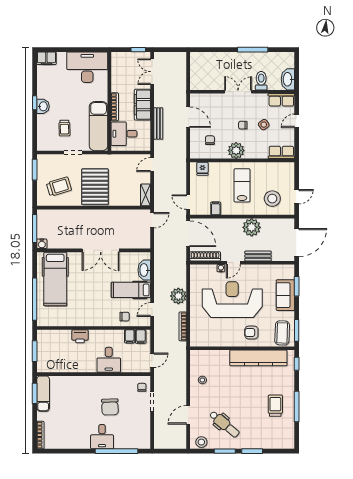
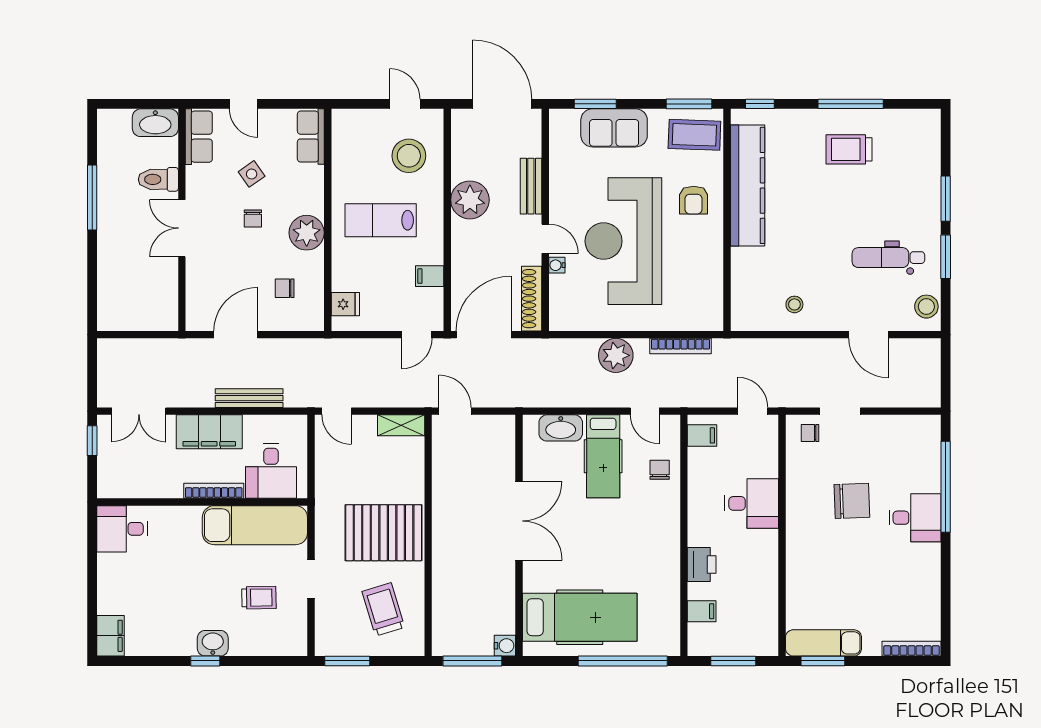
desk: (87, 67) -> (122, 529), width x0.53, depth x0.77
filing cabinet: (130, 336) -> (702, 611), moved
dental chair: (224, 424) -> (888, 258), turned -130

